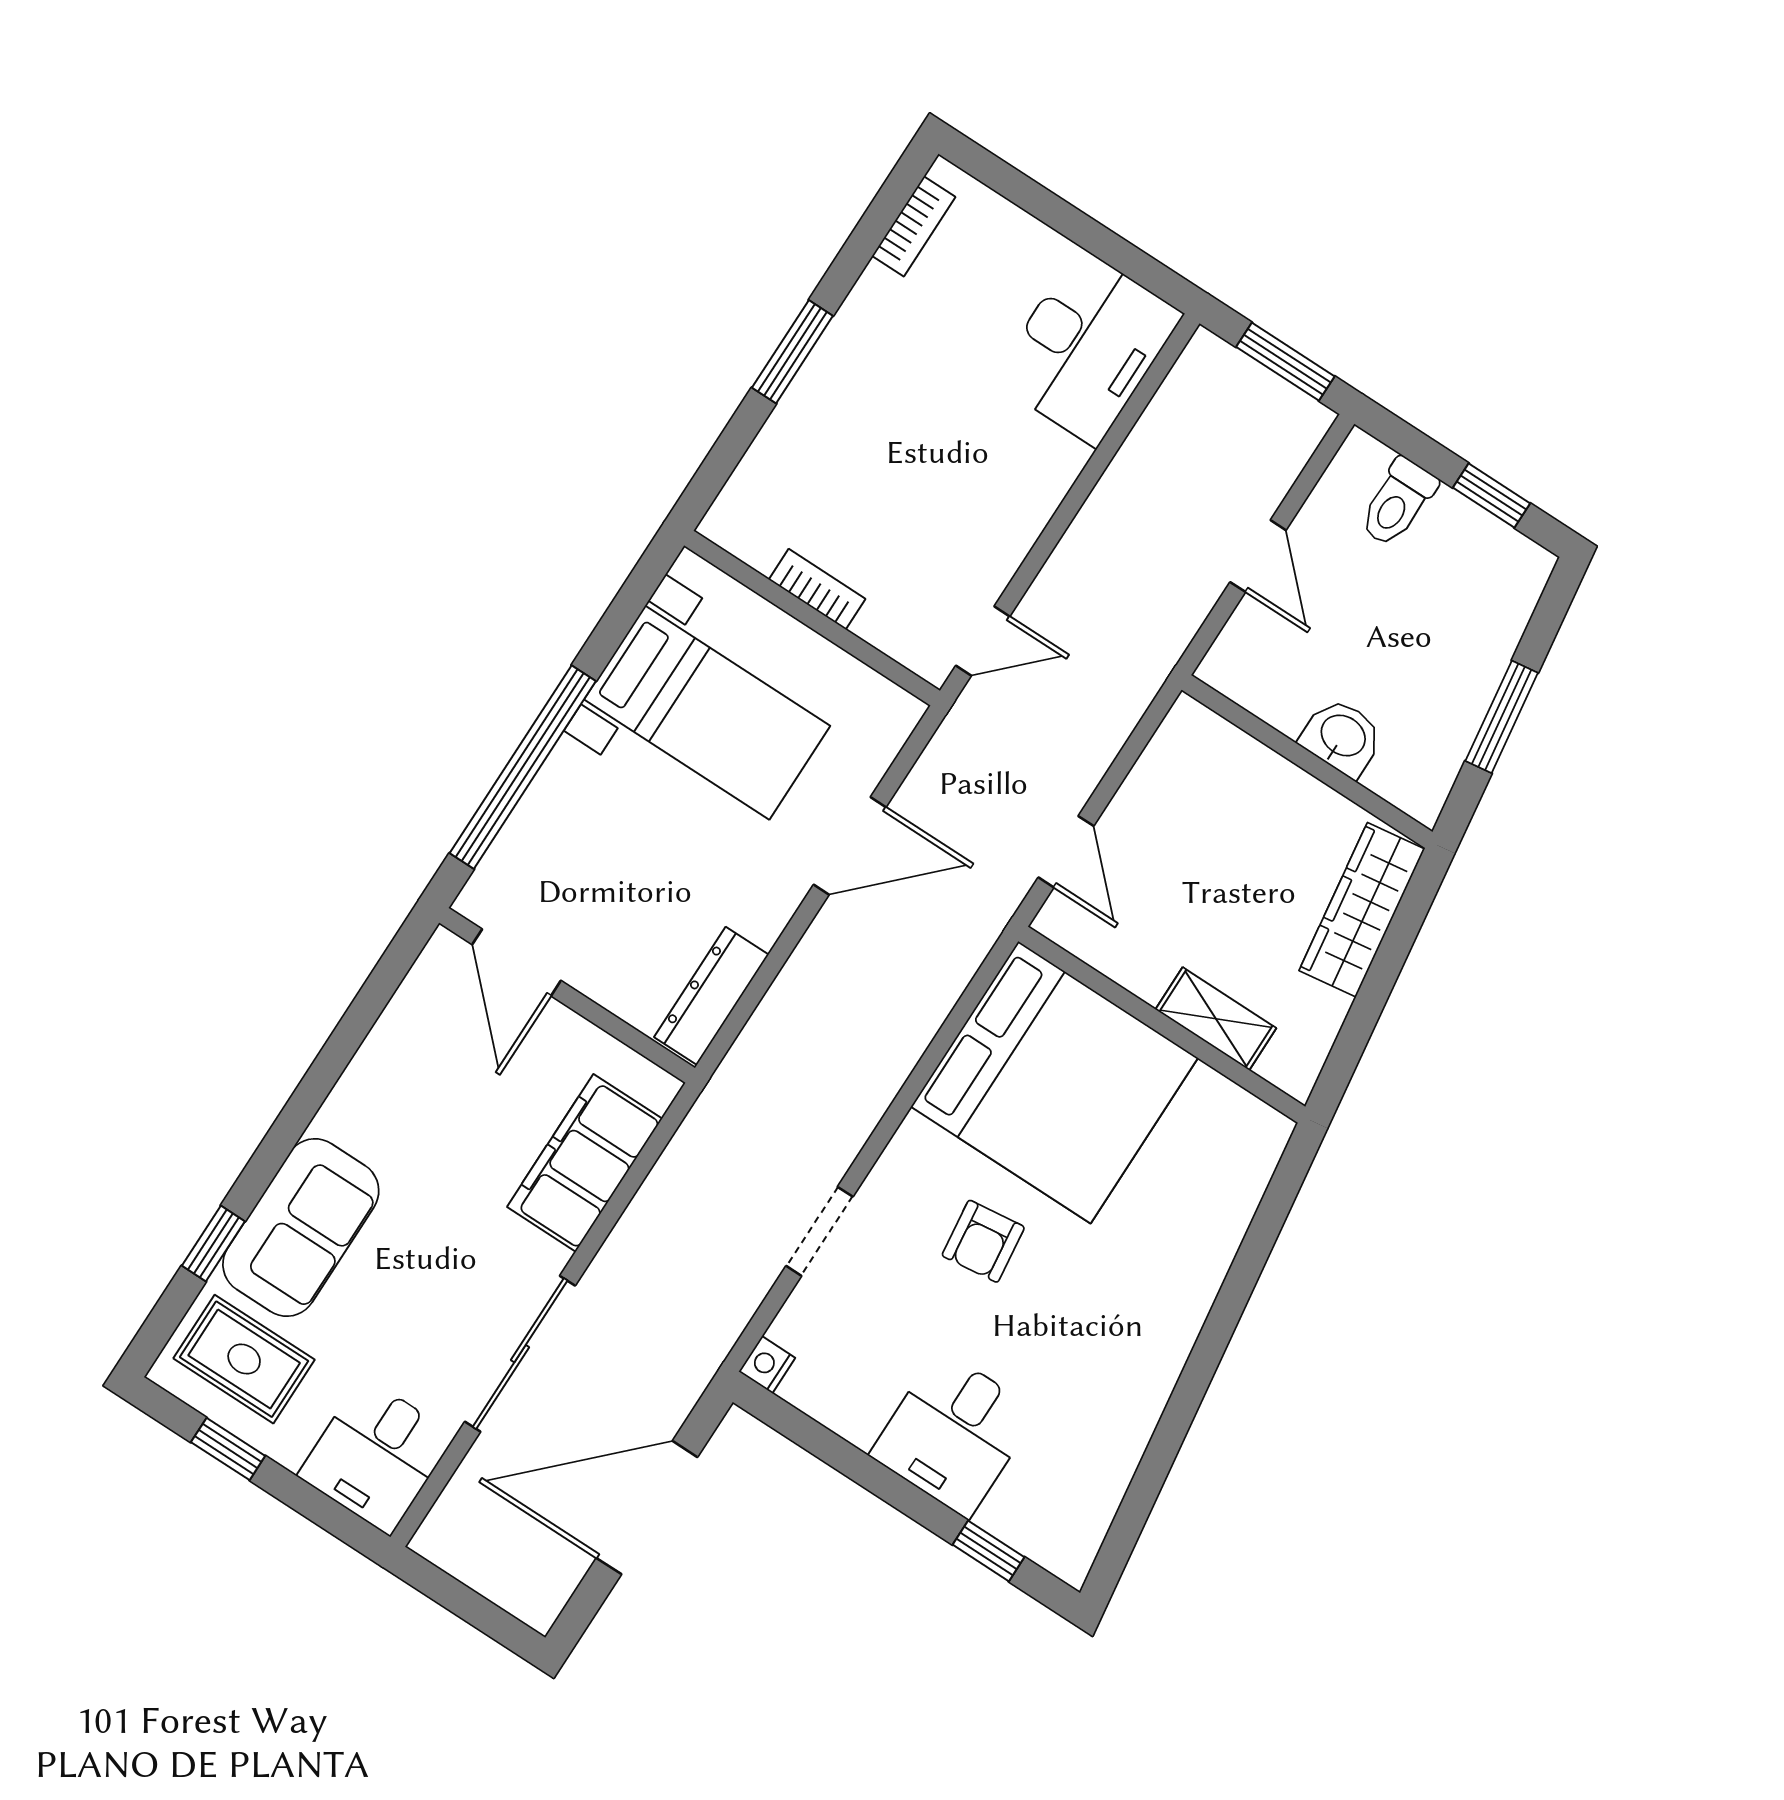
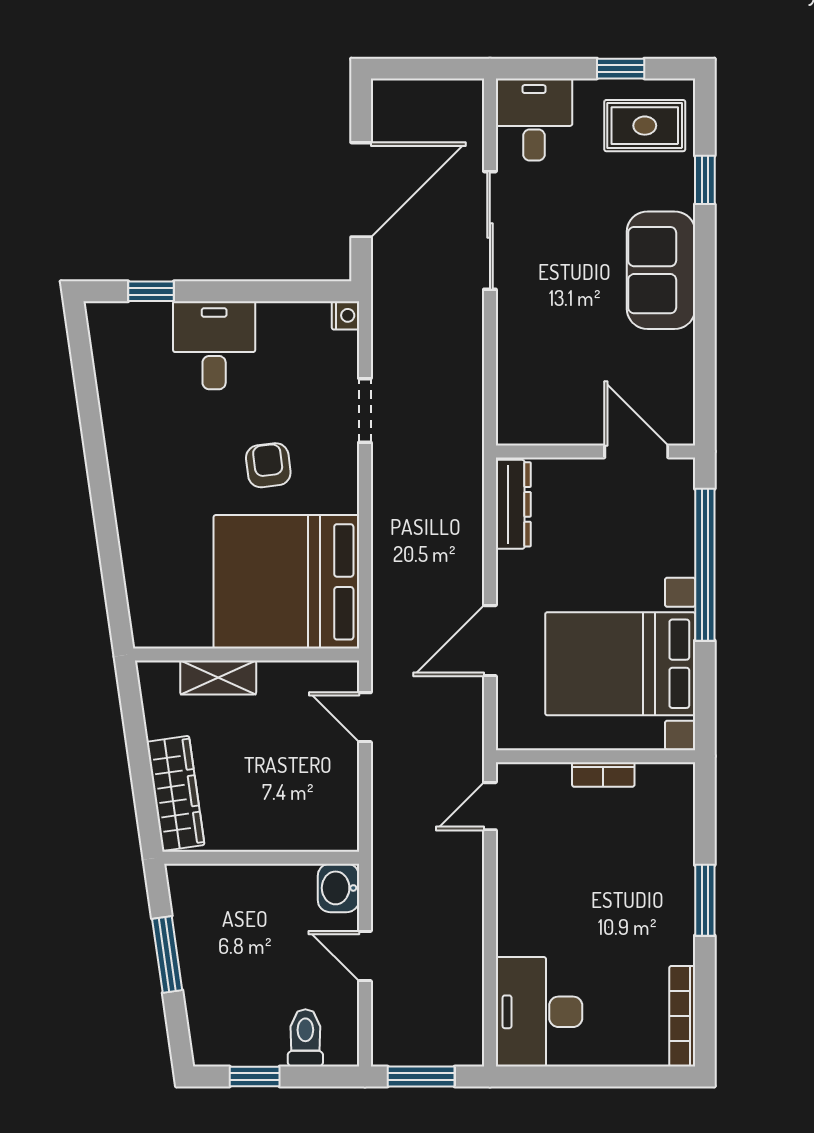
bookcase: (914, 226) -> (682, 1016), width x1.56
bed with nightstands: (707, 713) -> (620, 664), width x1.36
washbasin: (1342, 737) -> (338, 888), moved, turned 90
filing cabinet: (585, 1163) -> (524, 363), removed
sofa: (301, 1228) -> (661, 270), moved

